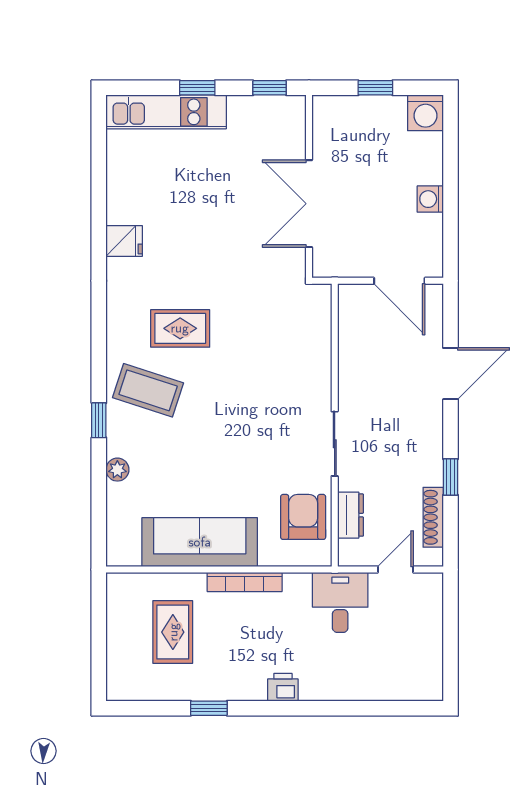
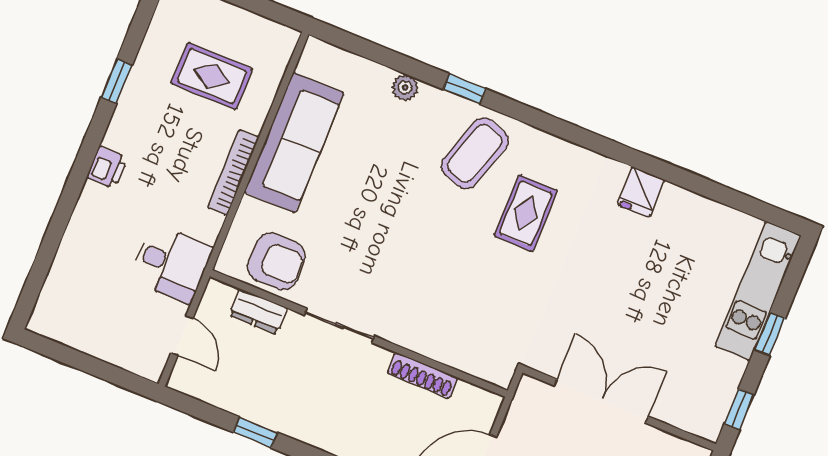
shoe rack: (433, 517) -> (423, 375), moved, turned 180

